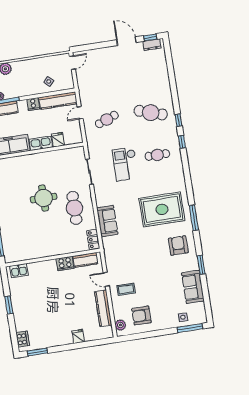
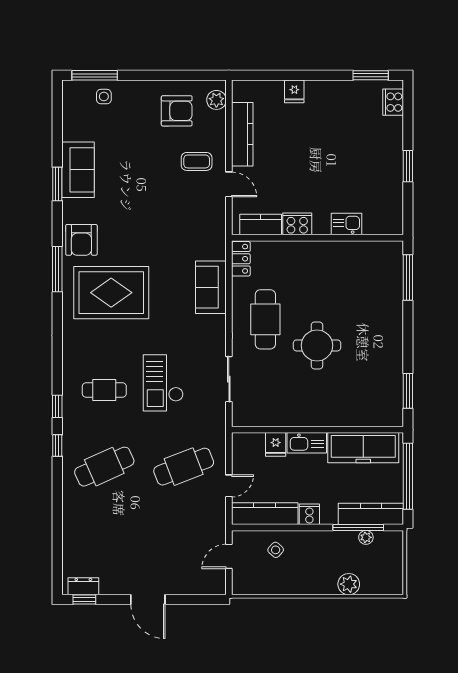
door: (126, 41) -> (148, 599), moved
door: (72, 63) -> (229, 556), moved
cafe table: (151, 113) -> (104, 467), turned -42
cafe table: (107, 120) -> (184, 467), width x1.37, depth x1.35
checkout: (125, 164) -> (163, 383), turned 180
armchair: (178, 245) -> (81, 240), moved
kitchen sink: (19, 271) -> (347, 224), moved
sofa: (193, 287) -> (78, 170), moved

